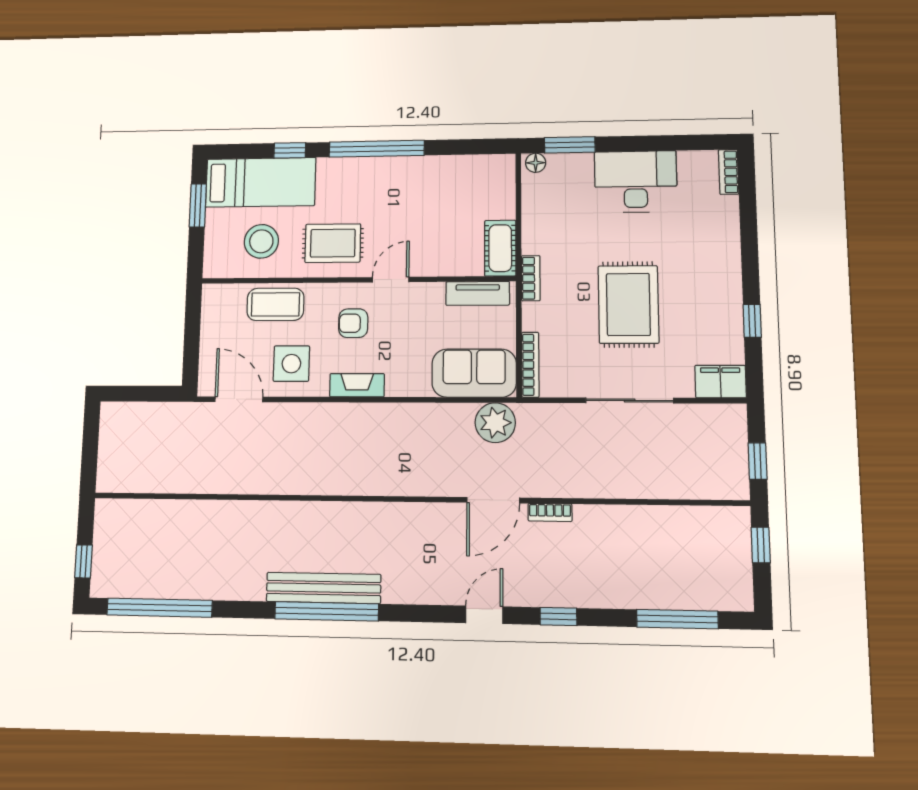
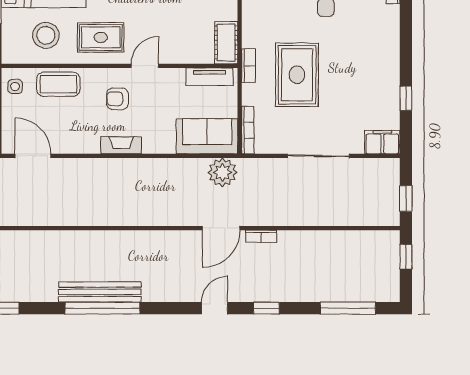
rug: (628, 304) -> (297, 75), moved
side table: (291, 364) -> (15, 86), moved, width x0.54, depth x0.54

